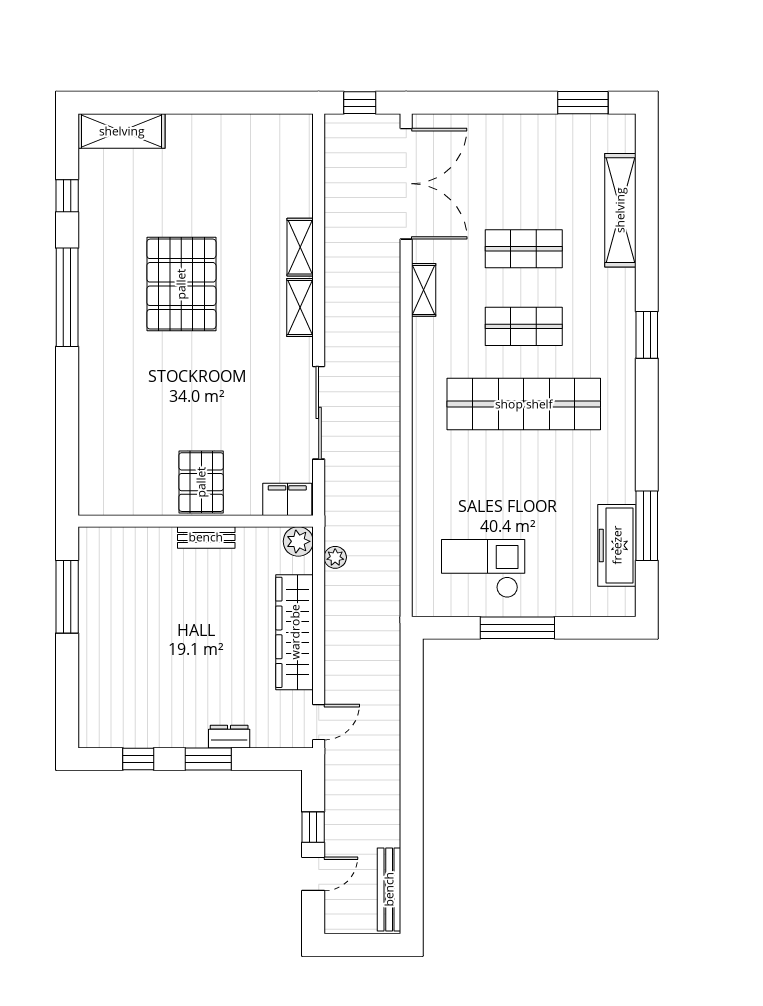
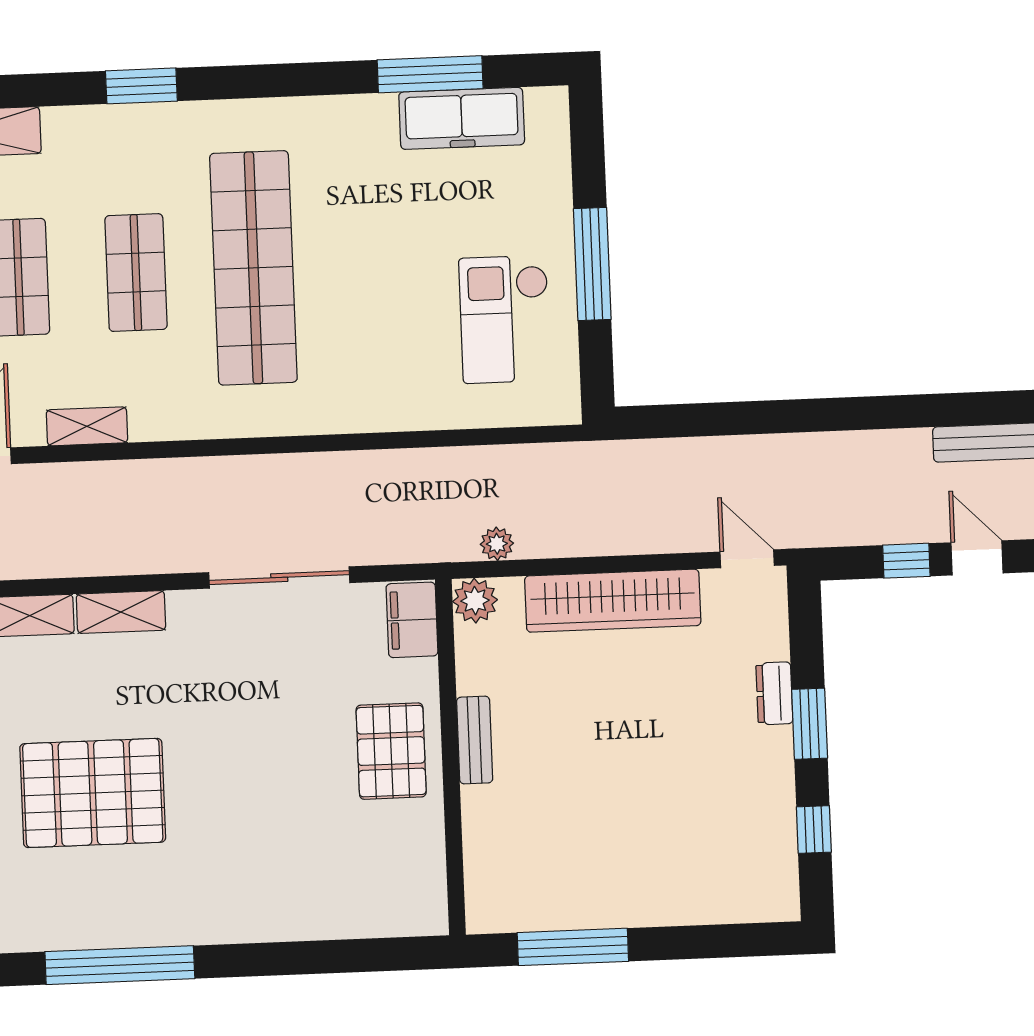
pallet: (201, 482) -> (391, 751), turned 90

